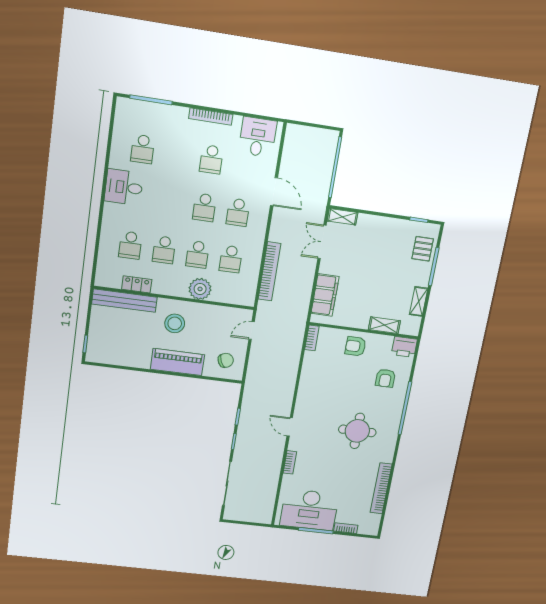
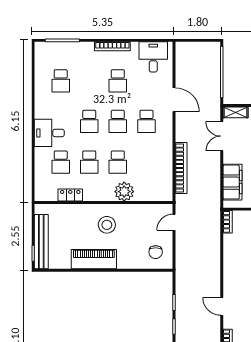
desk: (124, 187) -> (49, 133), moved
school desk: (231, 259) -> (89, 121), moved
bench: (124, 301) -> (41, 242), moved, turned 90
chair: (226, 360) -> (156, 252), turned 115
piano: (177, 362) -> (94, 259), moved

